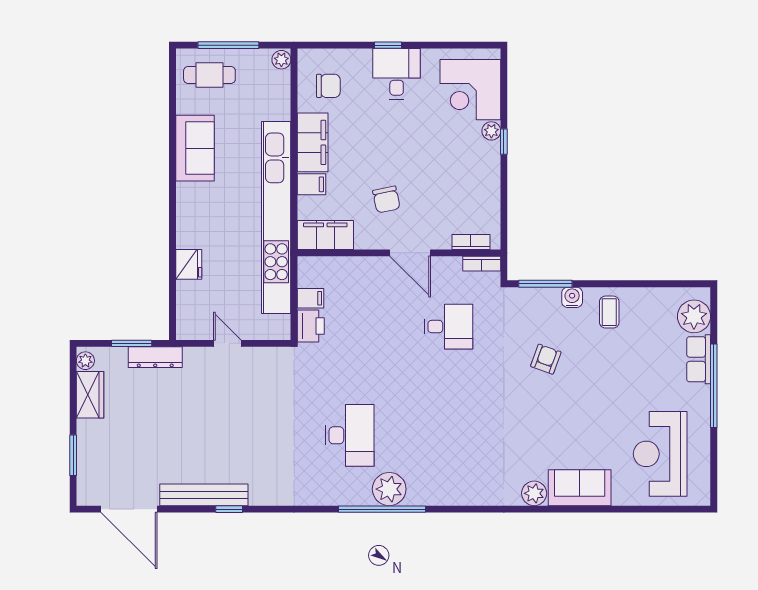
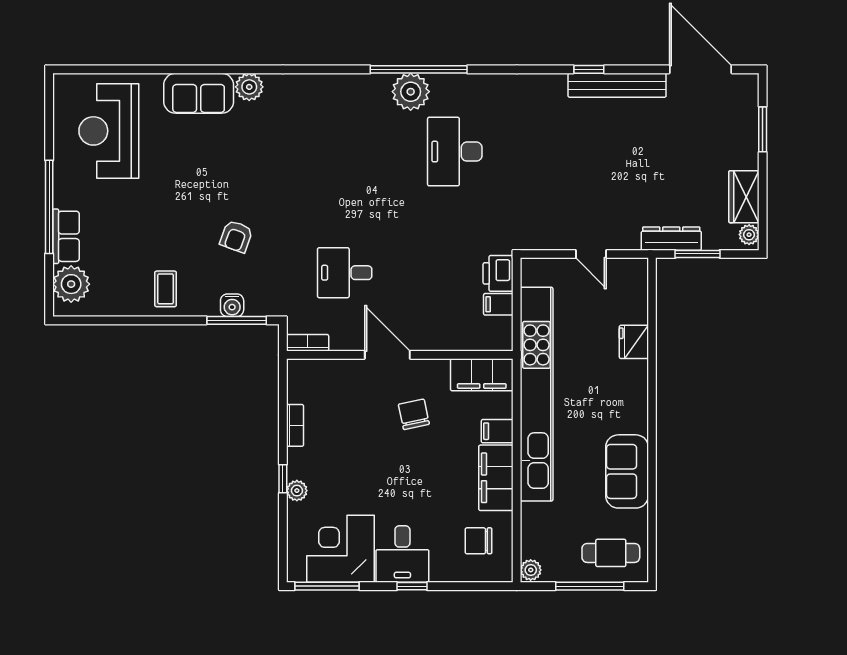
window: (464, 45) -> (327, 586), added
corner desk: (470, 90) -> (340, 549), moved, turned -90
bookcase: (471, 242) -> (295, 425), moved, turned -90
water cooler: (572, 297) -> (232, 305), moved
reception desk: (660, 454) -> (109, 131), turned 180

